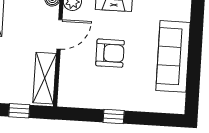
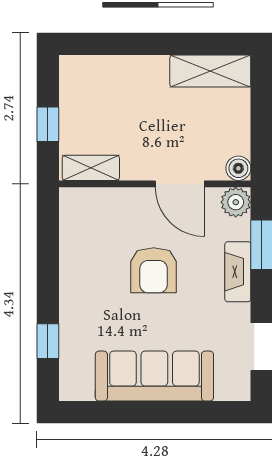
shelving: (45, 78) -> (91, 168), width x0.67, depth x0.75
window: (114, 117) -> (48, 341), moved

